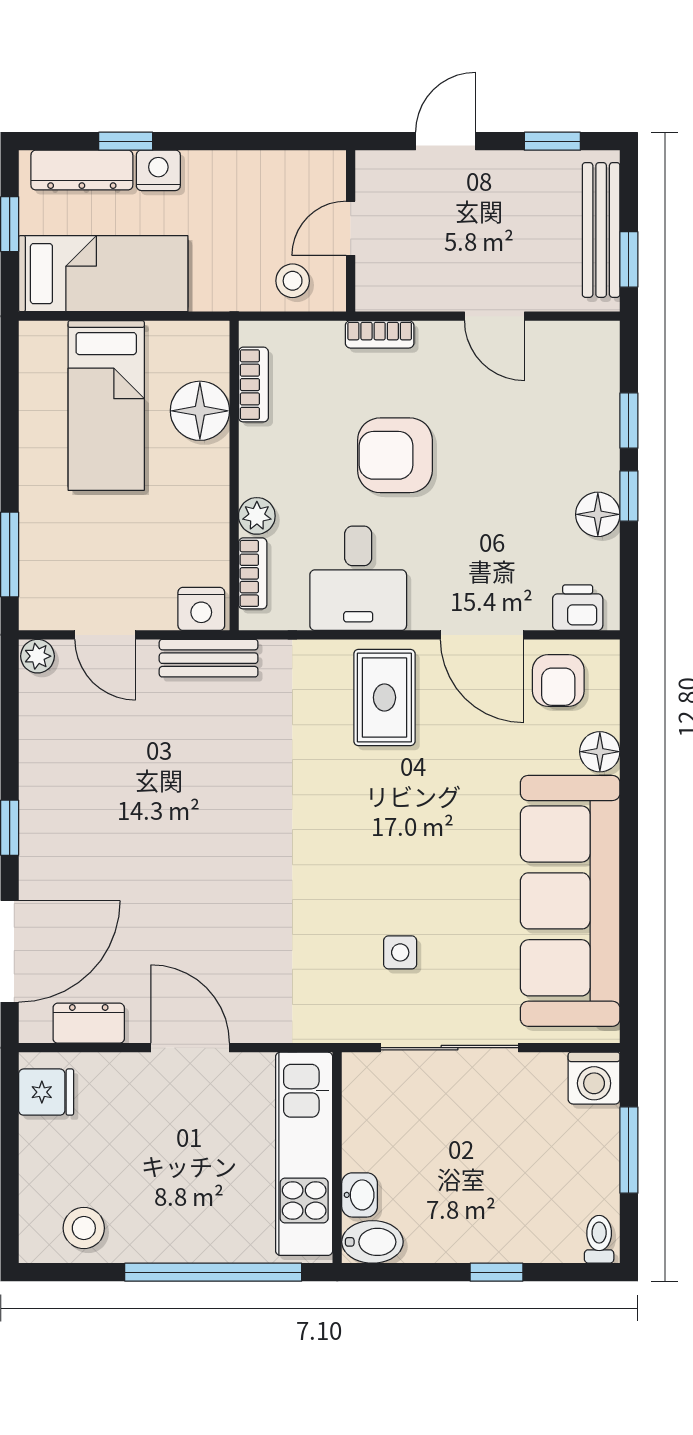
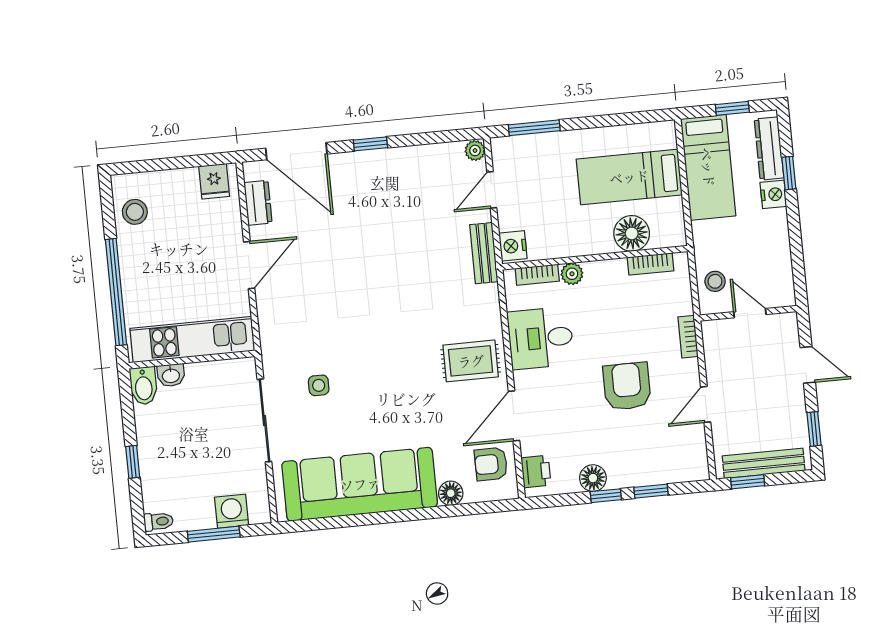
armchair: (395, 455) -> (627, 386), moved
washing machine: (594, 1078) -> (232, 511), moved, turned 90

